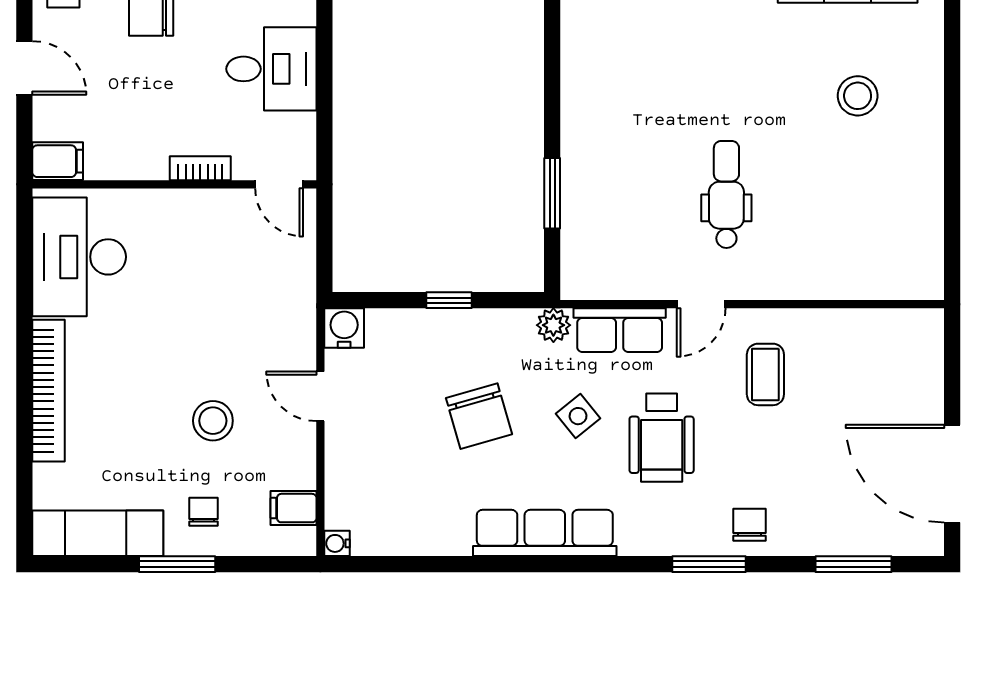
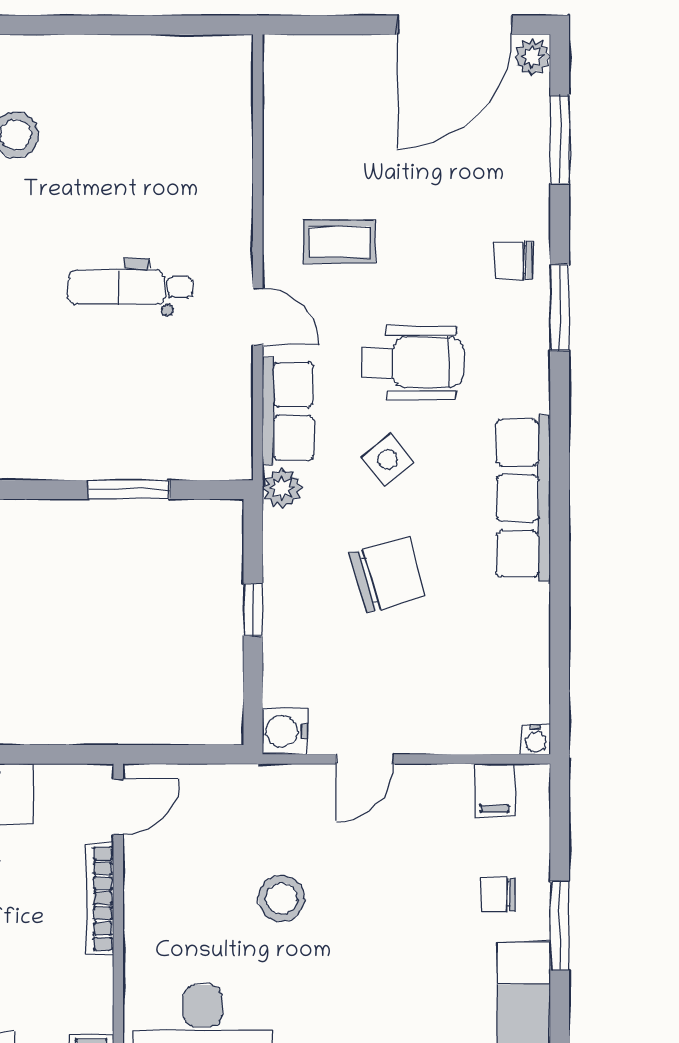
bookcase: (200, 168) -> (100, 898), width x1.56
stool: (213, 421) -> (281, 898), moved
plant: (925, 541) -> (532, 57), added

